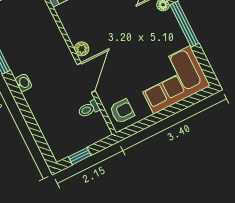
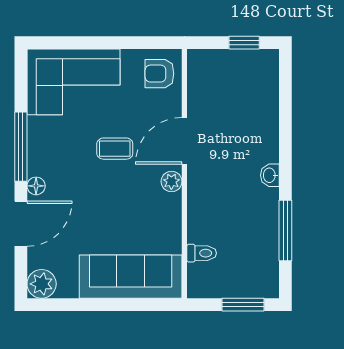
coffee table: (126, 52) -> (115, 149), added
toilet: (89, 109) -> (202, 253), moved

